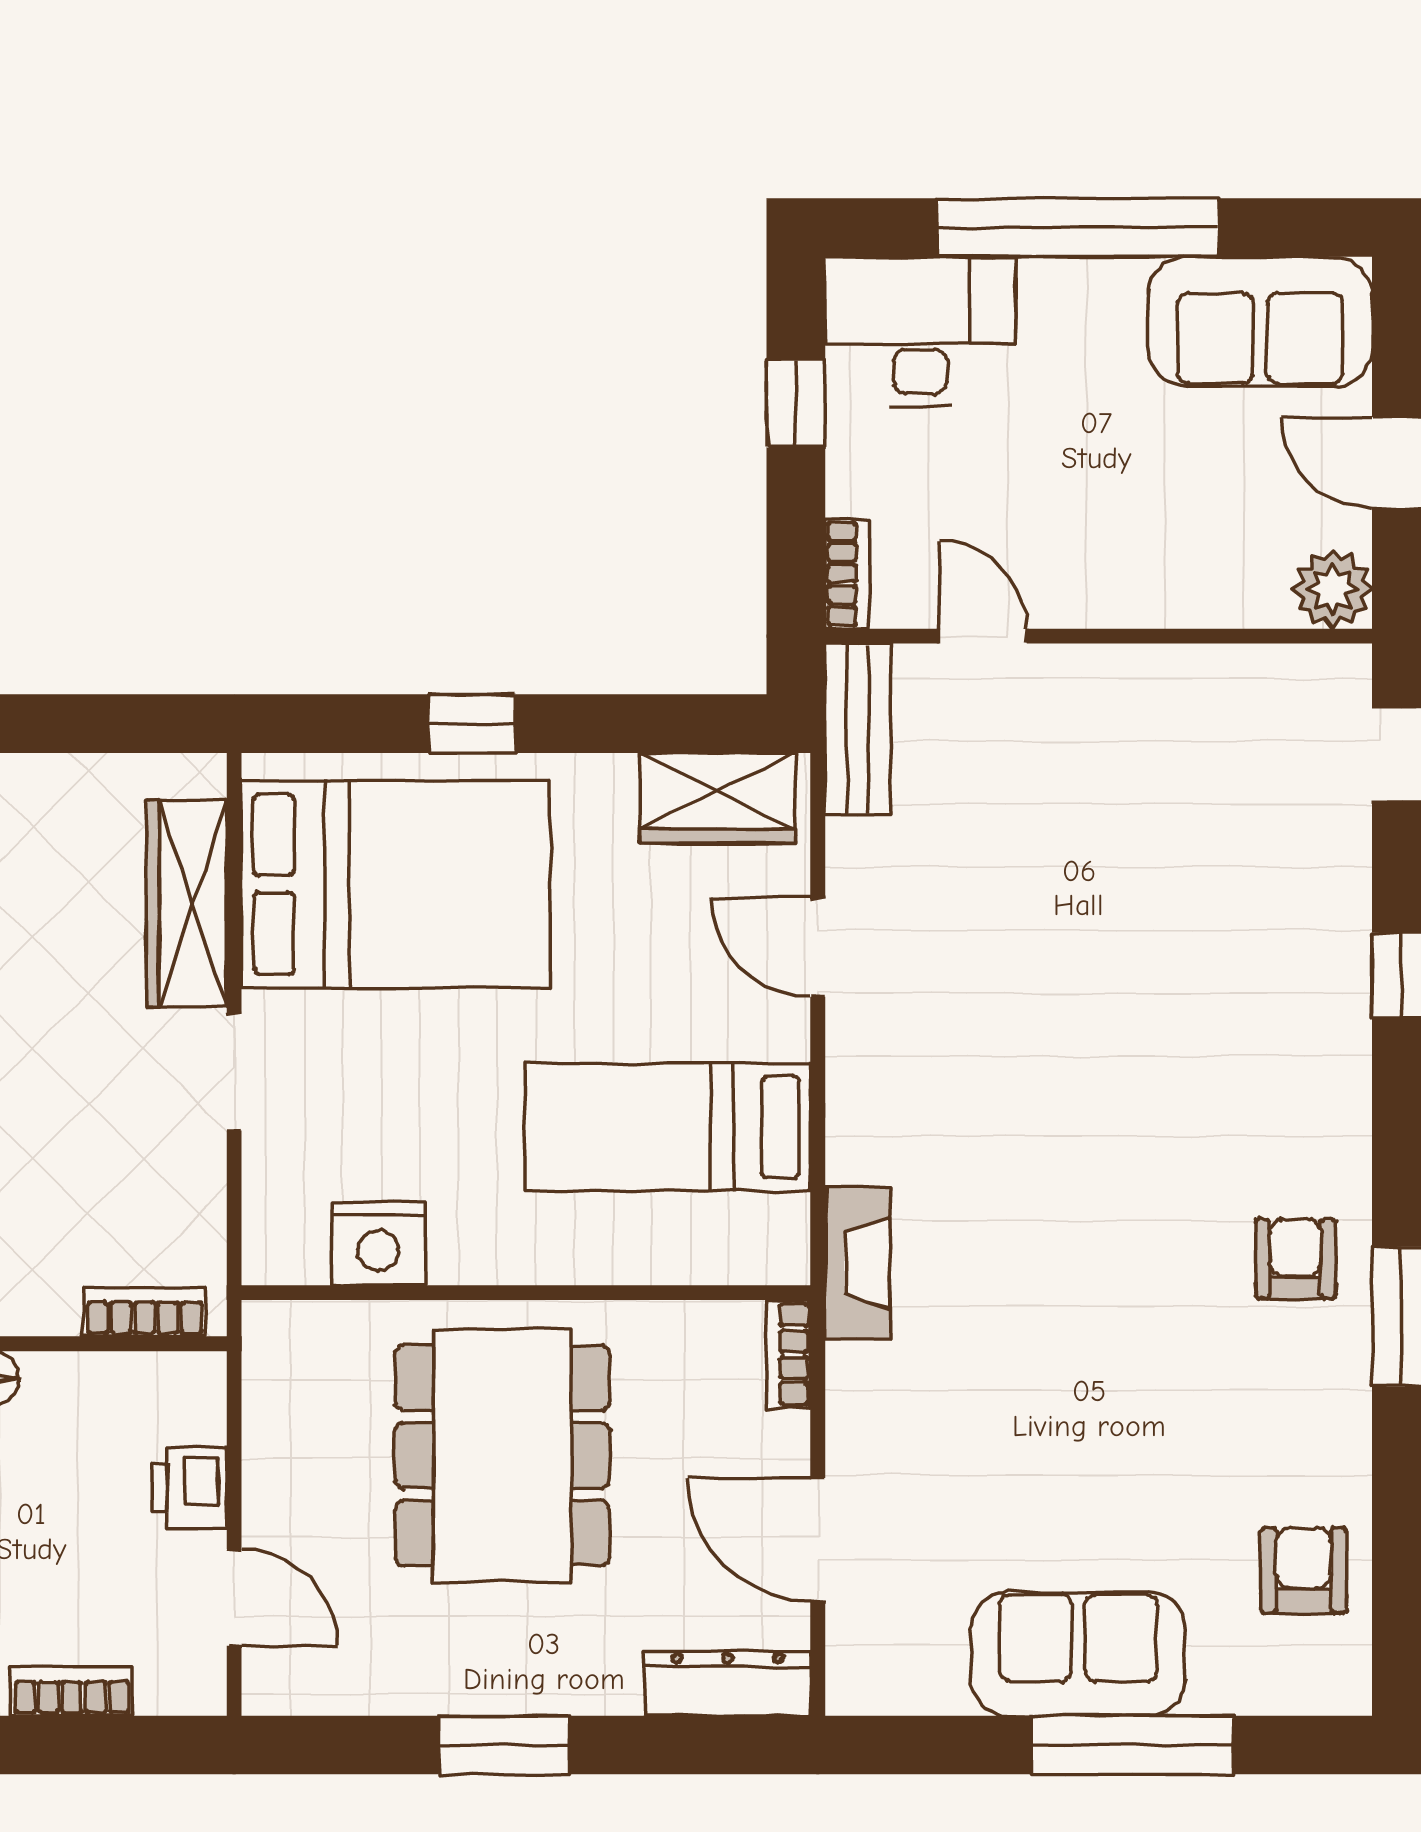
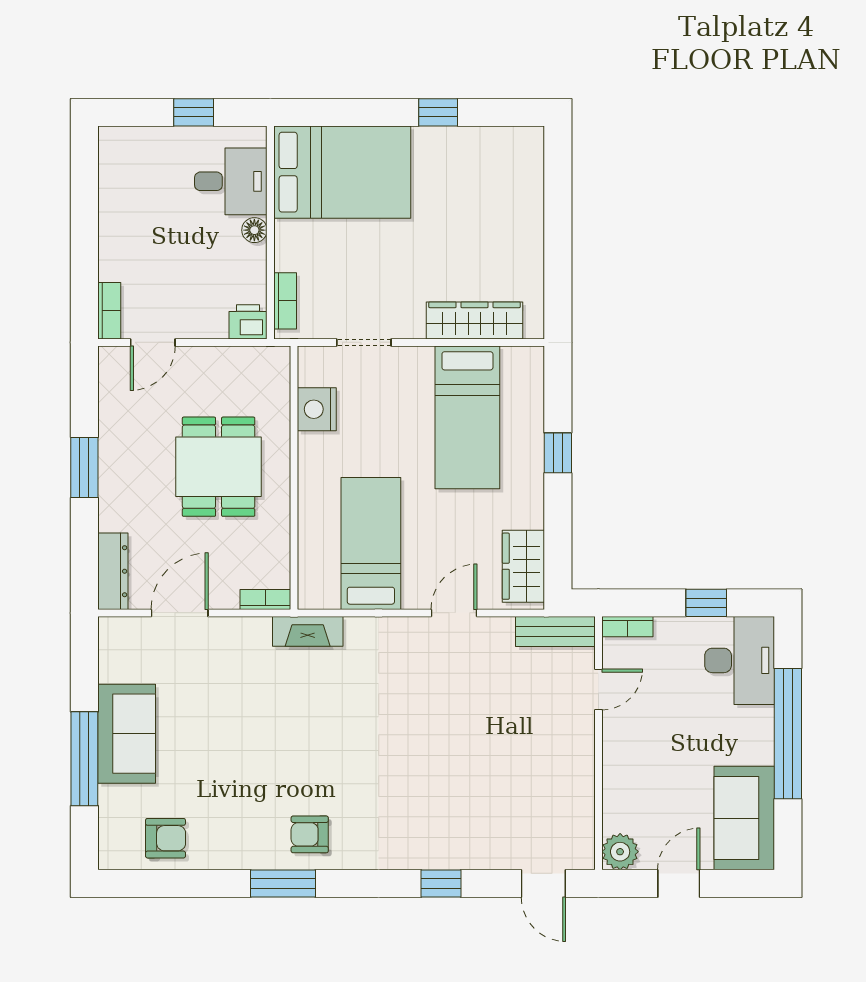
bed: (396, 884) -> (467, 417), width x0.67
doorway: (234, 1072) -> (364, 342), moved
armchair: (1295, 1259) -> (310, 834), turned 180
dining table: (502, 1456) -> (219, 467), width x0.73
printer: (190, 1488) -> (248, 322), moved
bookcase: (72, 1691) -> (109, 311), moved

